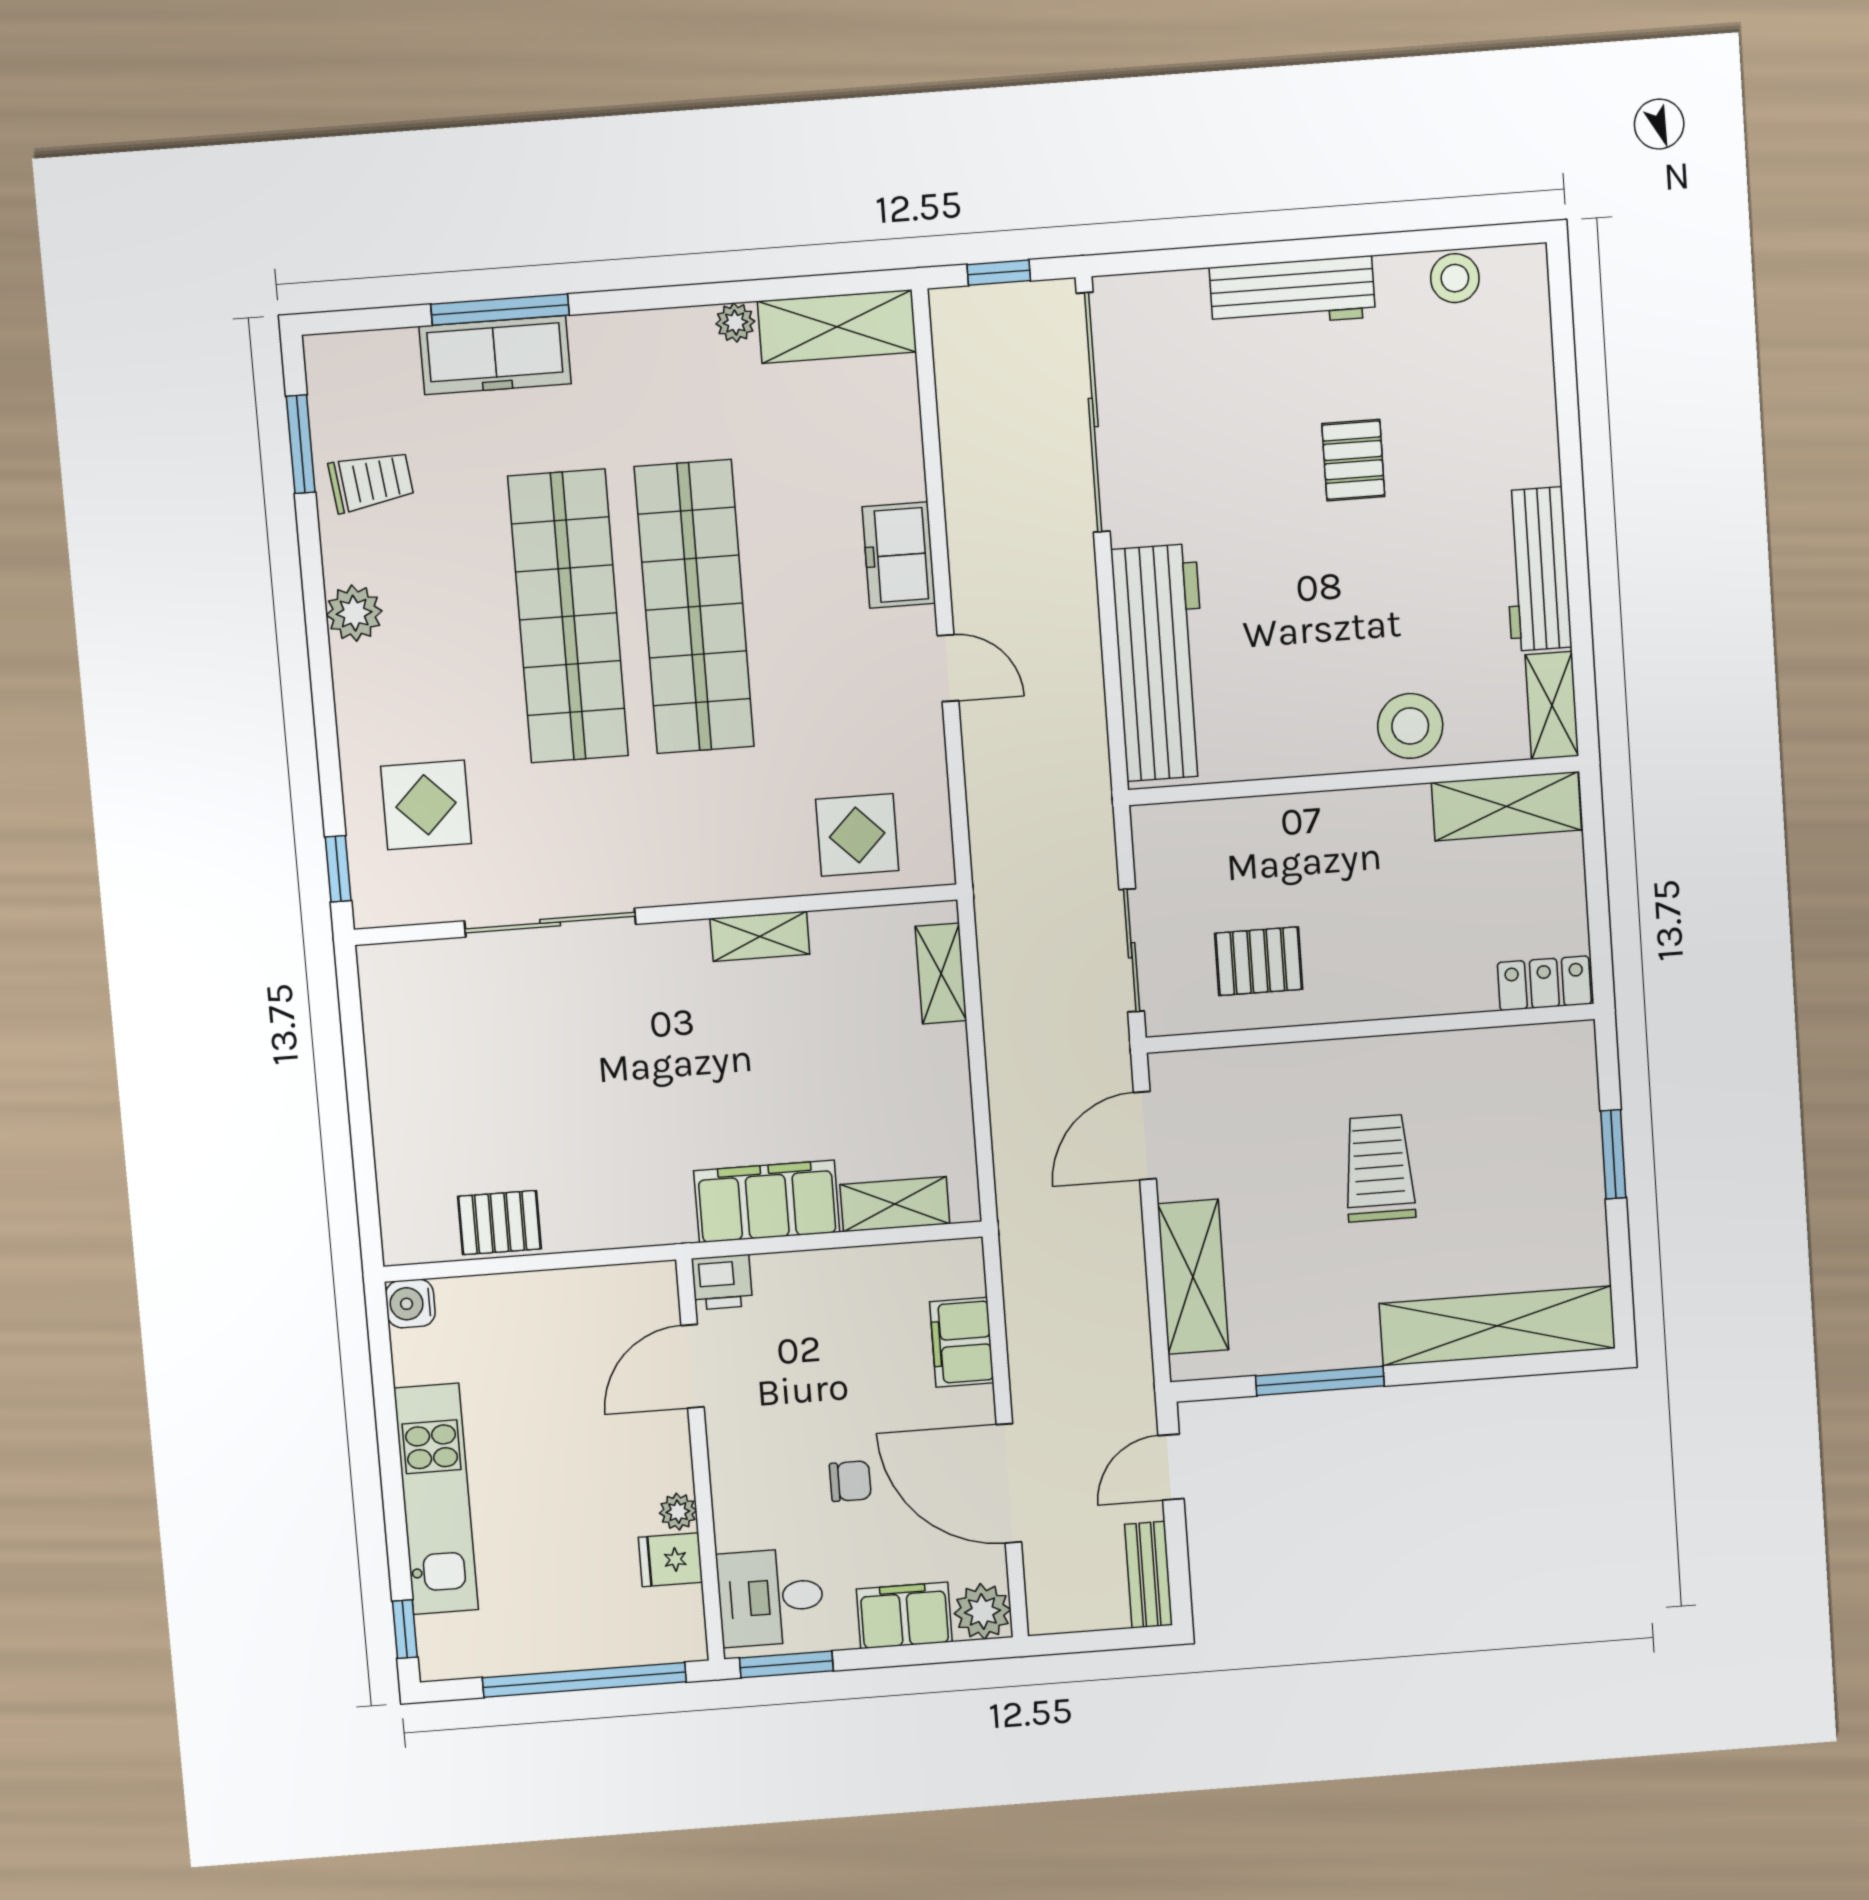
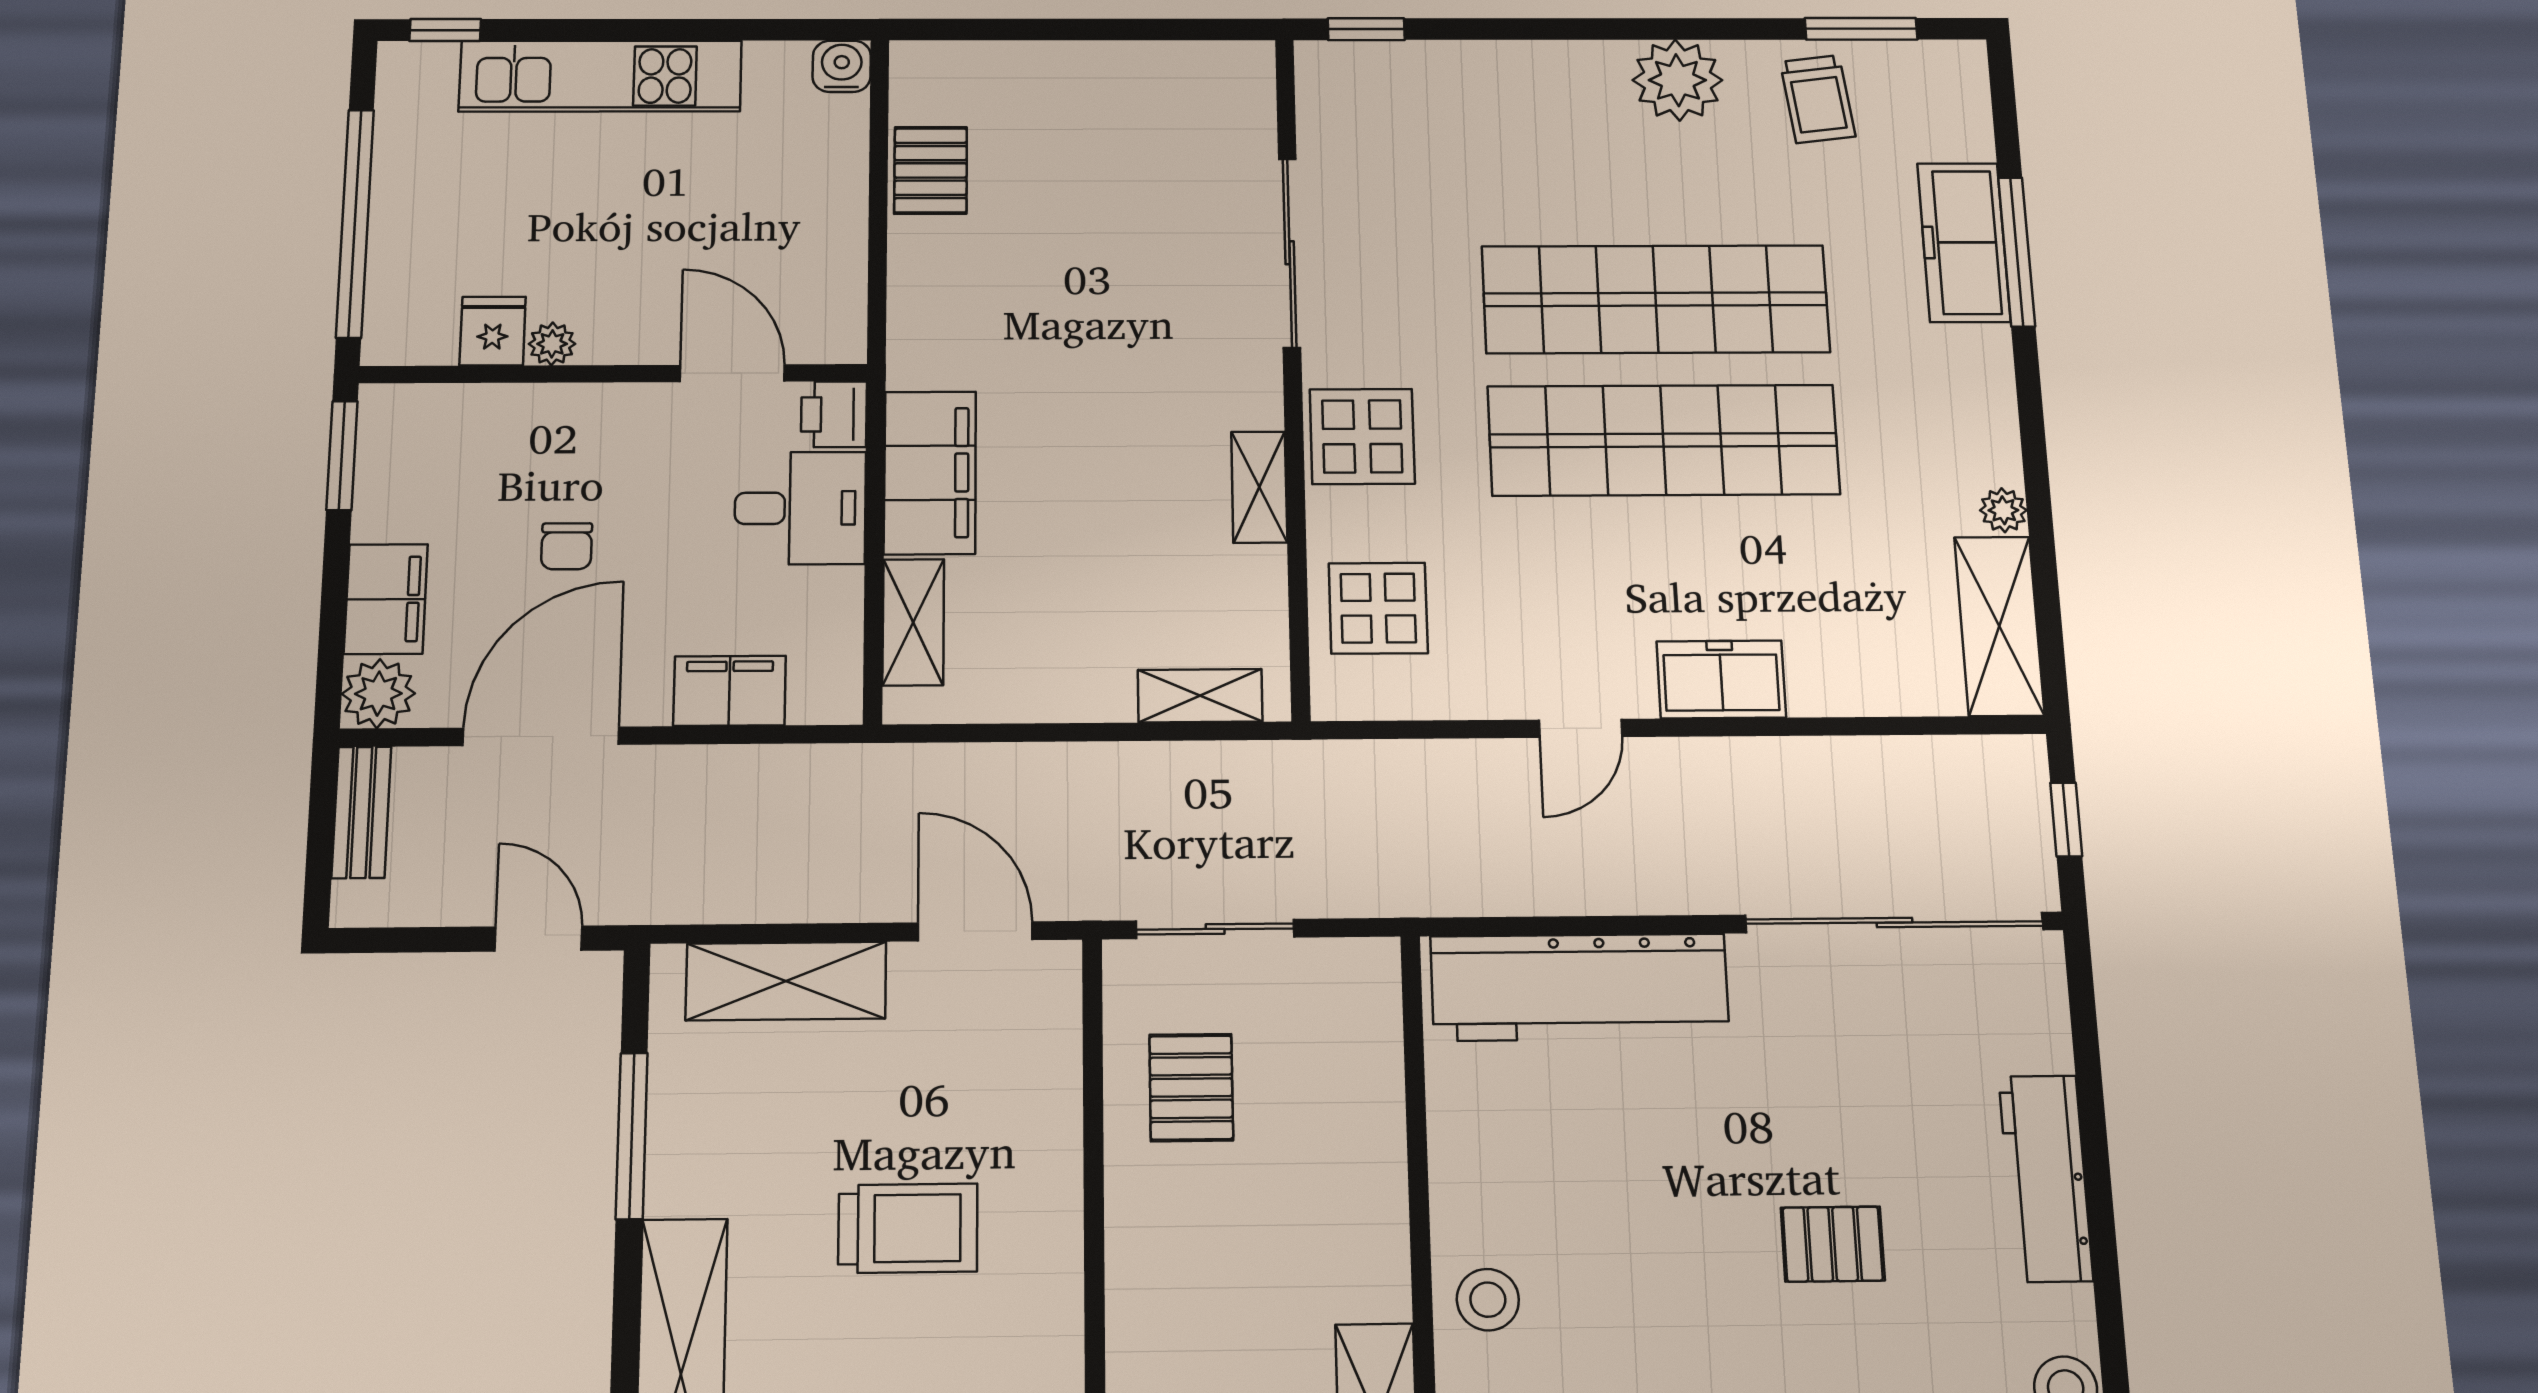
plant: (354, 613) -> (1677, 80), width x1.36, depth x1.36
stool: (1410, 726) -> (1488, 1300), width x0.73, depth x0.73
display table: (426, 805) -> (1362, 436), moved
bench: (1148, 1575) -> (361, 812), moved, turned 90
desk: (771, 1597) -> (800, 508), moved, turned 90

